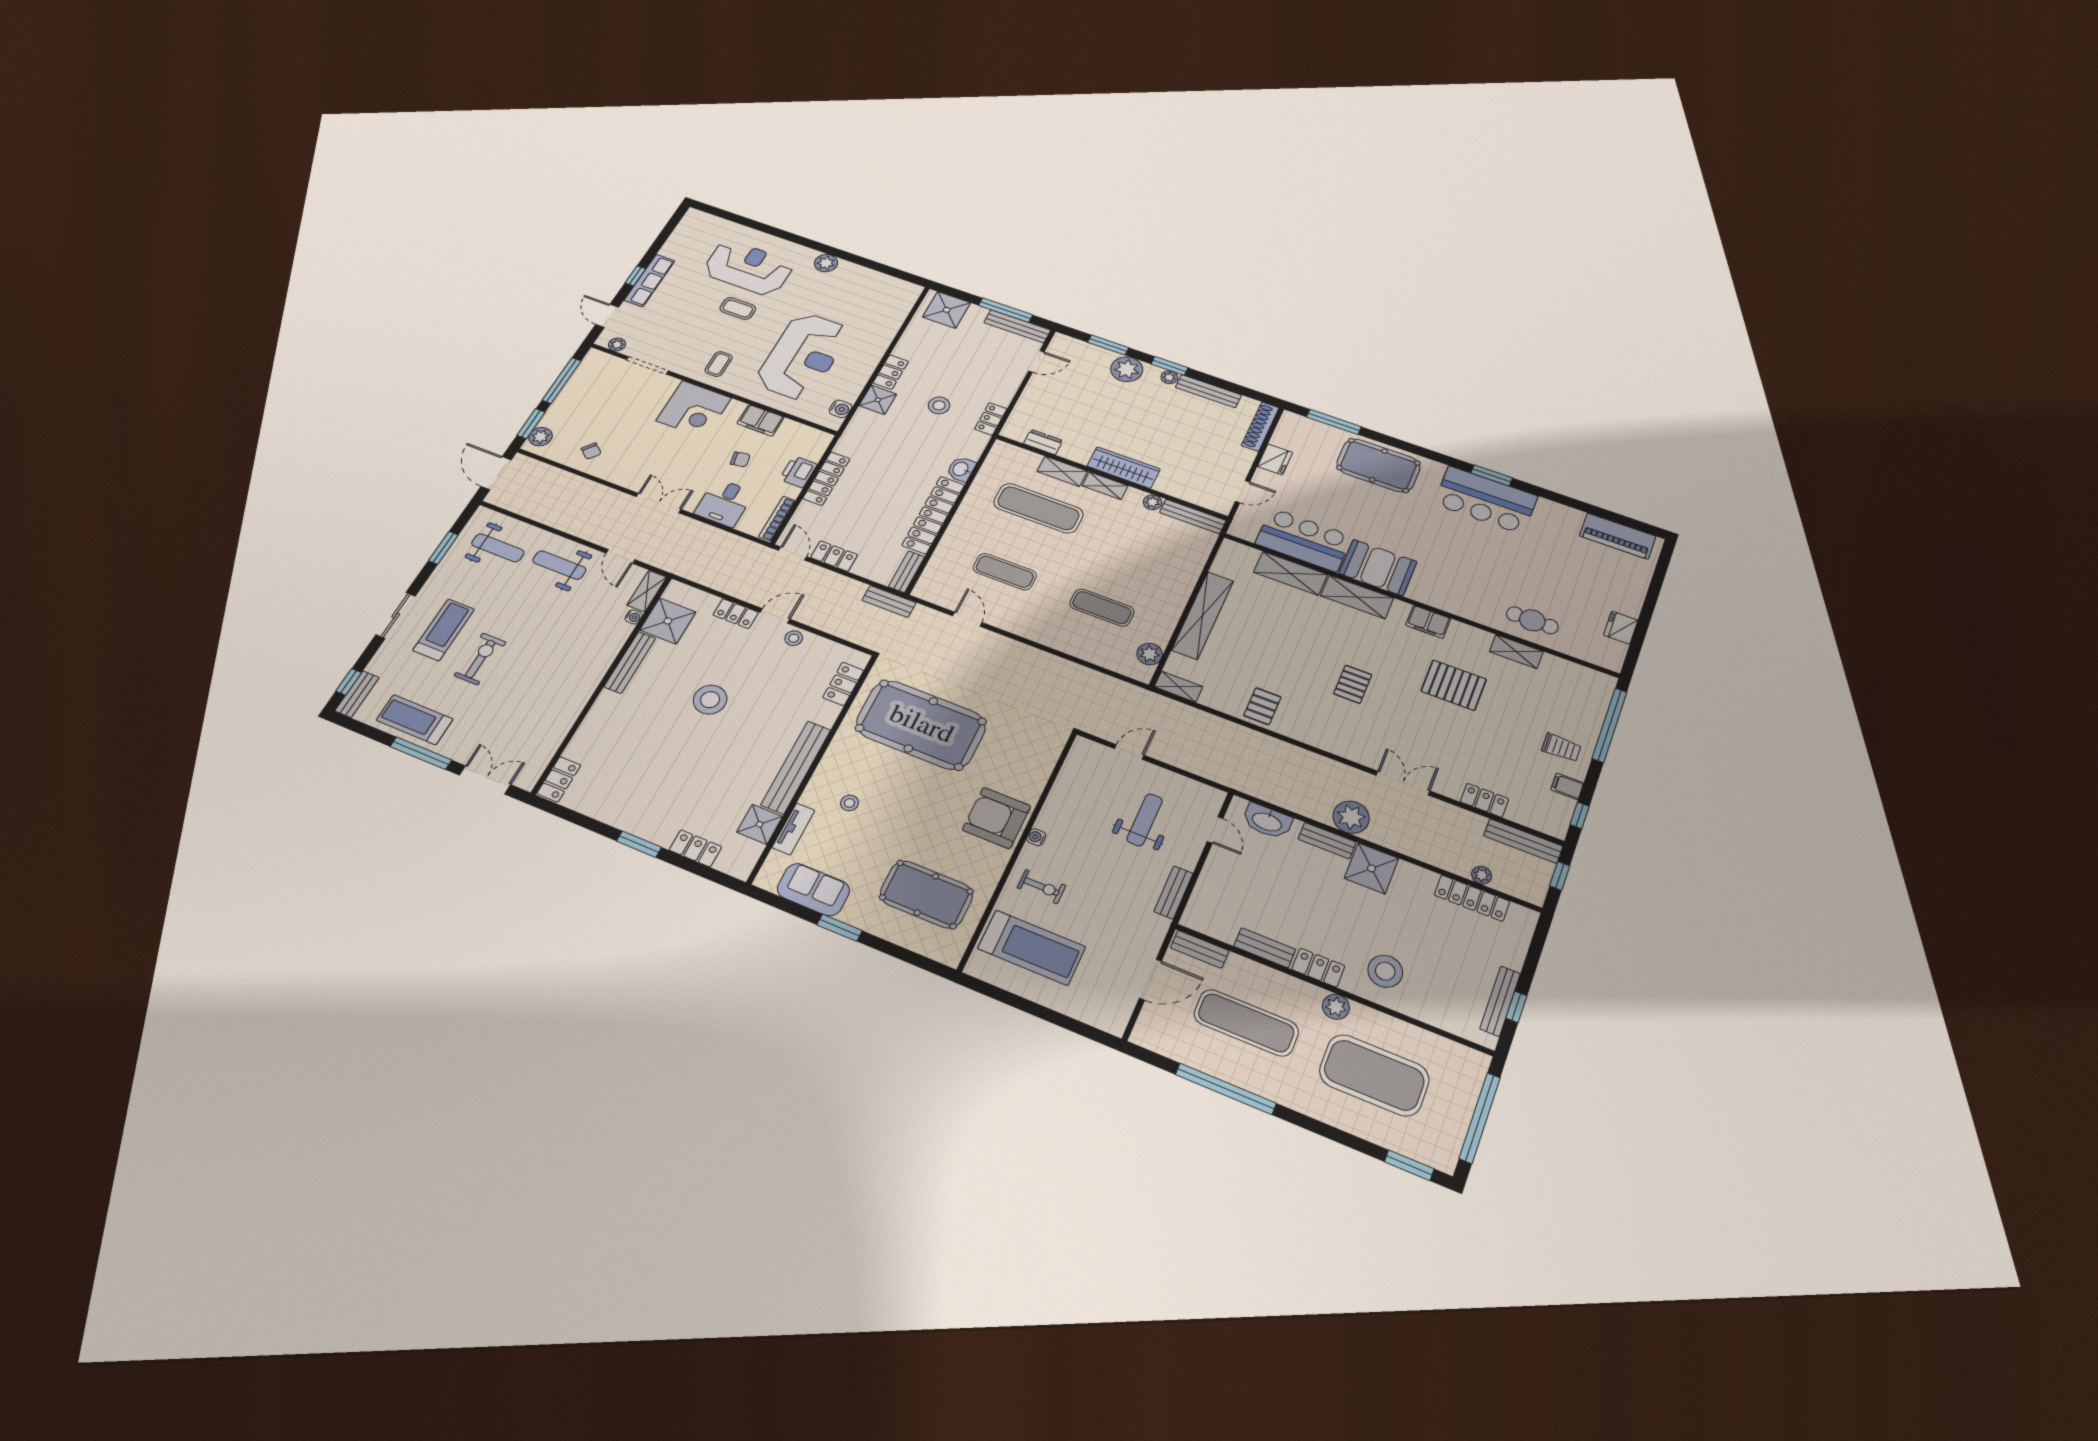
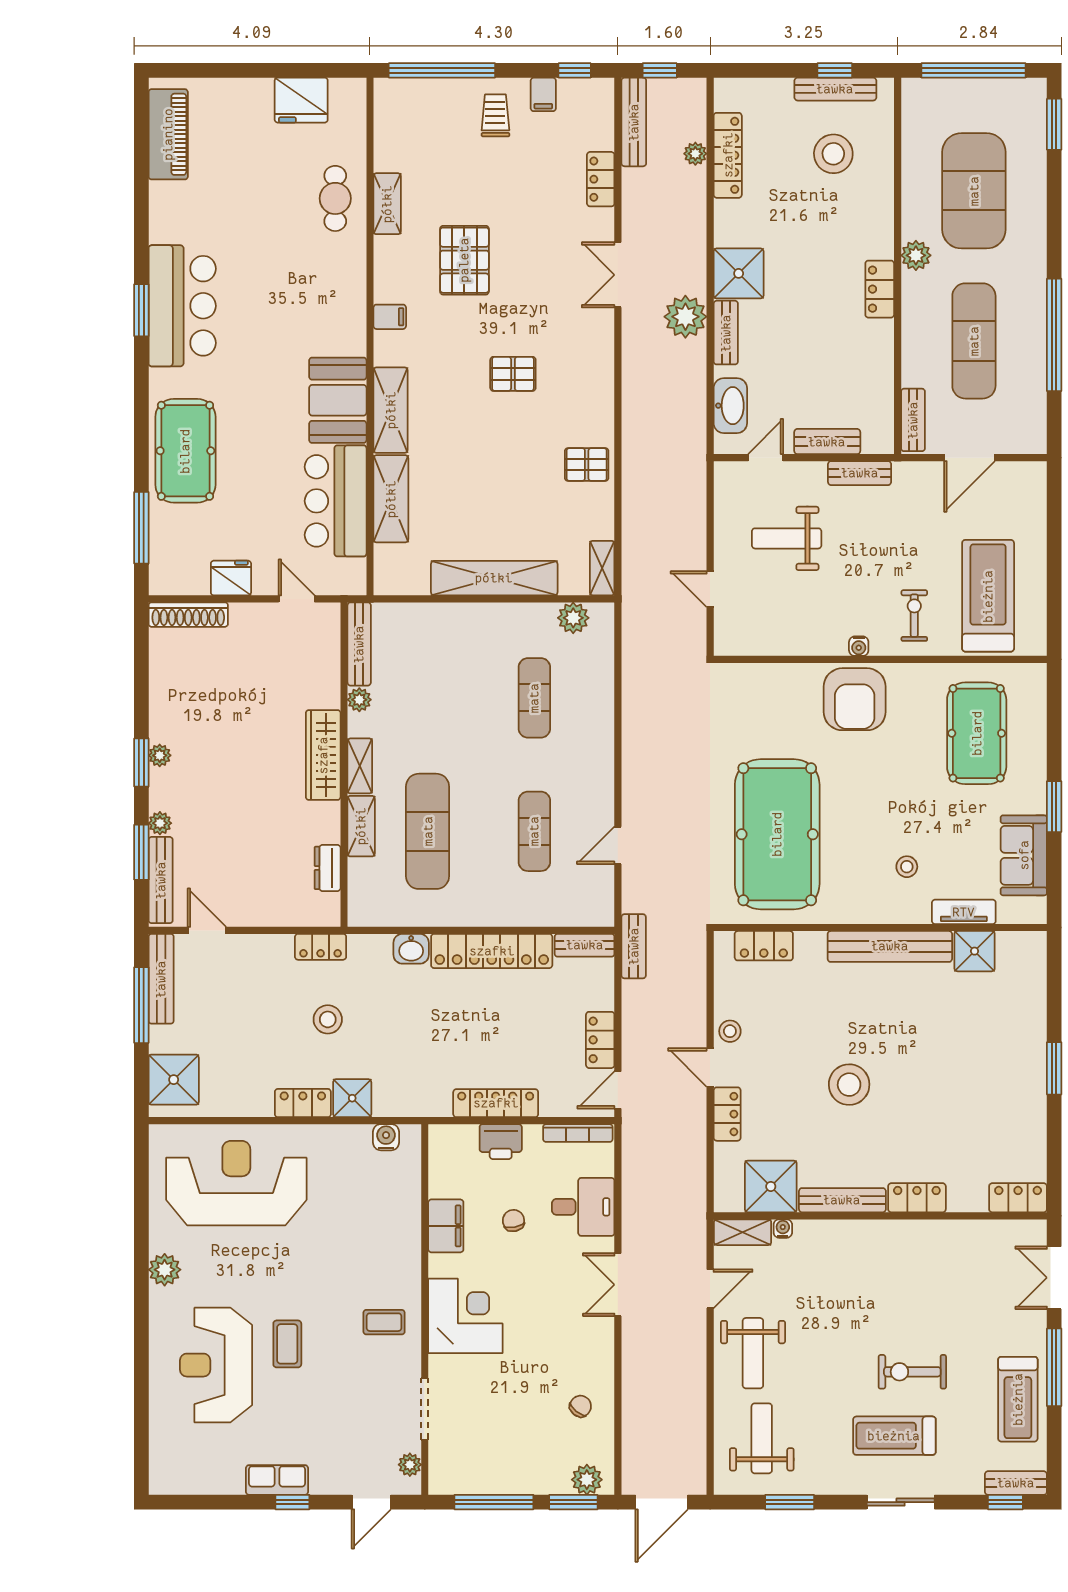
row of seats: (650, 280) -> (277, 1480), width x0.68
reception desk: (803, 356) -> (236, 1183), moved
plant: (1127, 369) -> (160, 823), width x0.53, depth x0.53
bench: (1208, 391) -> (161, 880), moved
filing cabinet: (1428, 622) -> (390, 317), width x0.50
fridge: (1621, 628) -> (301, 100), width x1.36, depth x1.34
locker: (695, 848) -> (917, 1198), moved, turned 90
bench: (1265, 948) -> (827, 442), moved, turned 90
stool: (1385, 971) -> (833, 154), moved
door: (1150, 980) -> (969, 458), swing flipped

